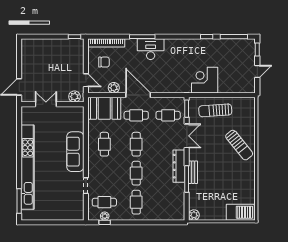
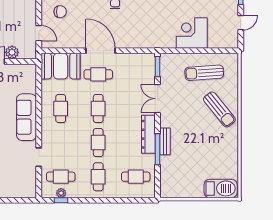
corner desk: (205, 80) -> (192, 33), moved
plant: (114, 88) -> (72, 42), removed
plant: (74, 97) -> (12, 52), moved
sun lounger: (215, 110) -> (204, 73), moved
cafe table: (168, 115) -> (136, 177), moved
double door: (187, 136) -> (158, 99), swing flipped
plant: (194, 215) -> (166, 192), removed

